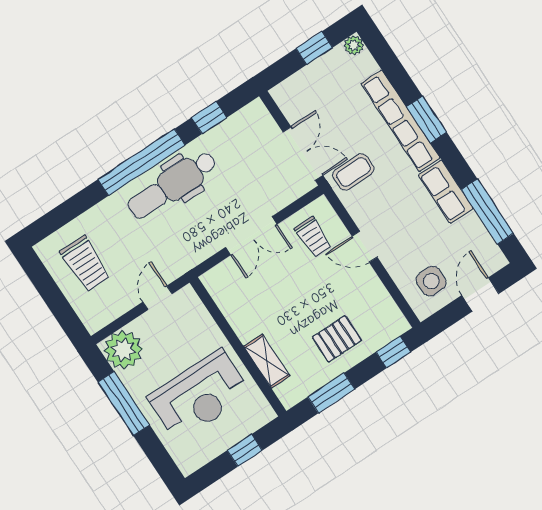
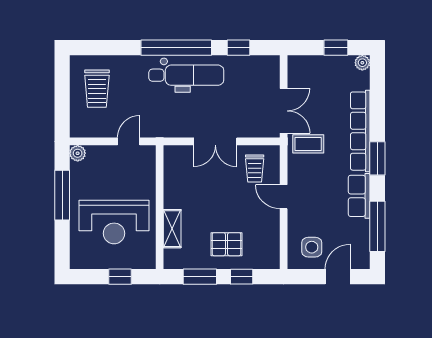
window: (426, 120) -> (377, 158), moved
dental chair: (172, 185) -> (186, 75), turned 180
plant: (123, 350) -> (78, 153), width x0.53, depth x0.53
window: (393, 352) -> (242, 277), moved

